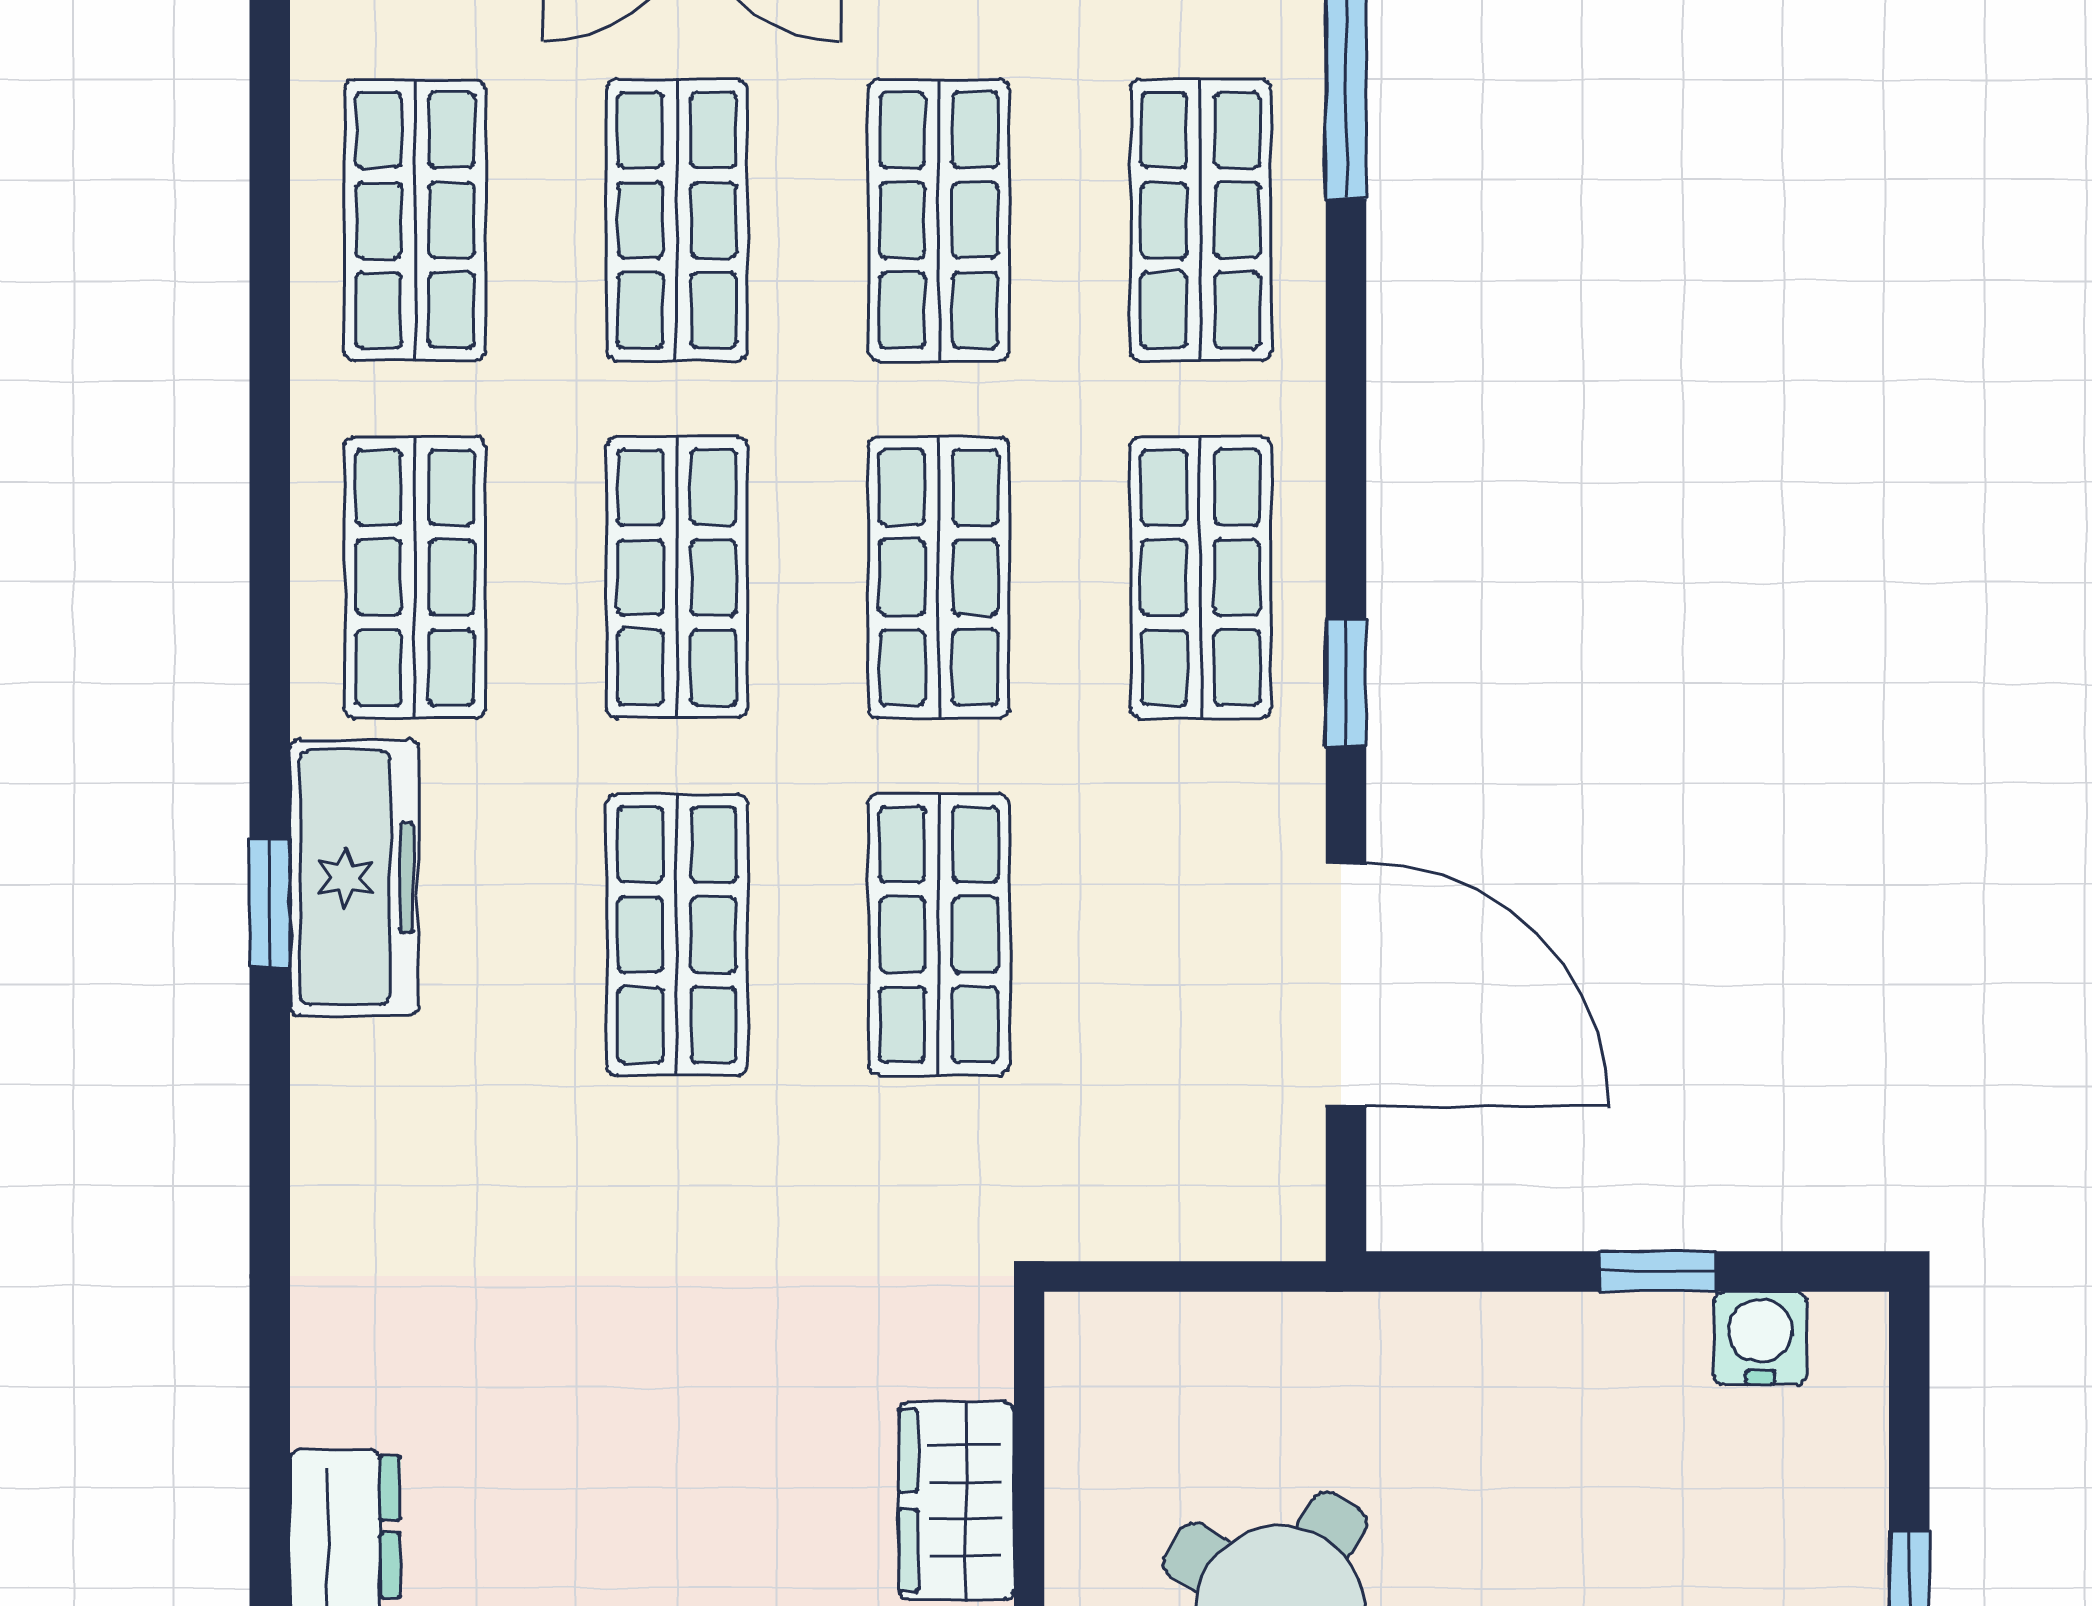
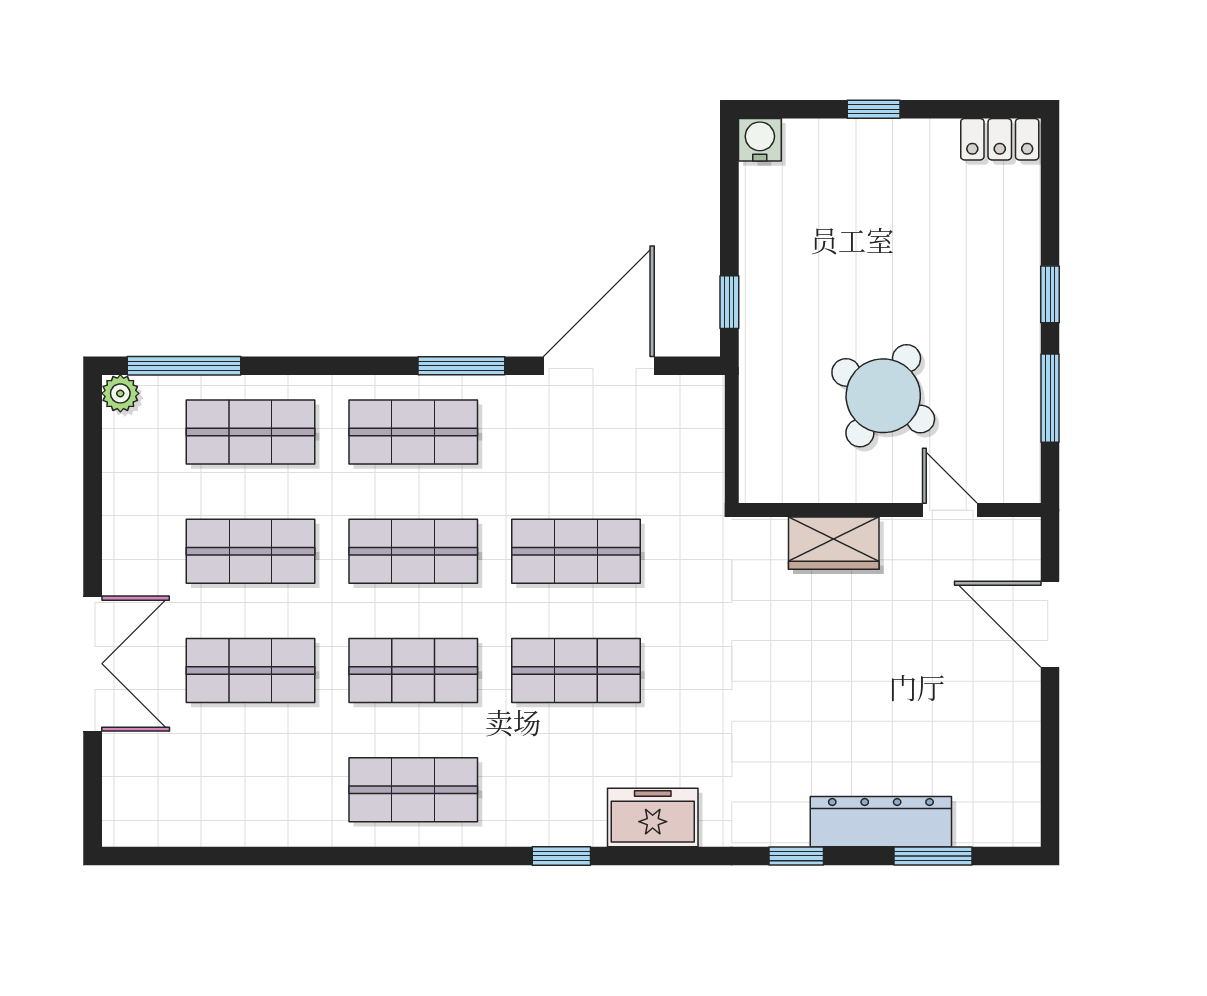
shop shelf: (415, 220) -> (251, 790), removed
window: (1346, 683) -> (461, 366), width x1.50
freezer: (354, 877) -> (653, 818), moved, width x0.71
window: (1658, 1271) -> (729, 302), moved
water cooler: (1760, 1338) -> (760, 140), moved, turned 90
window: (270, 1418) -> (796, 856), added

